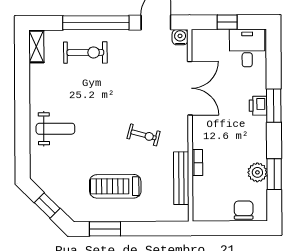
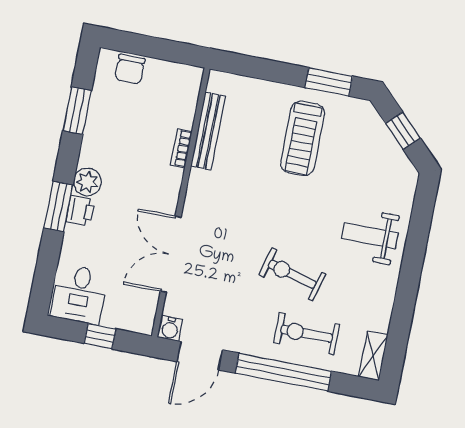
exercise bike: (144, 135) -> (292, 274), moved, width x1.38, depth x1.39
plant: (257, 172) -> (87, 182), moved
treadmill: (115, 186) -> (302, 138), turned 90

